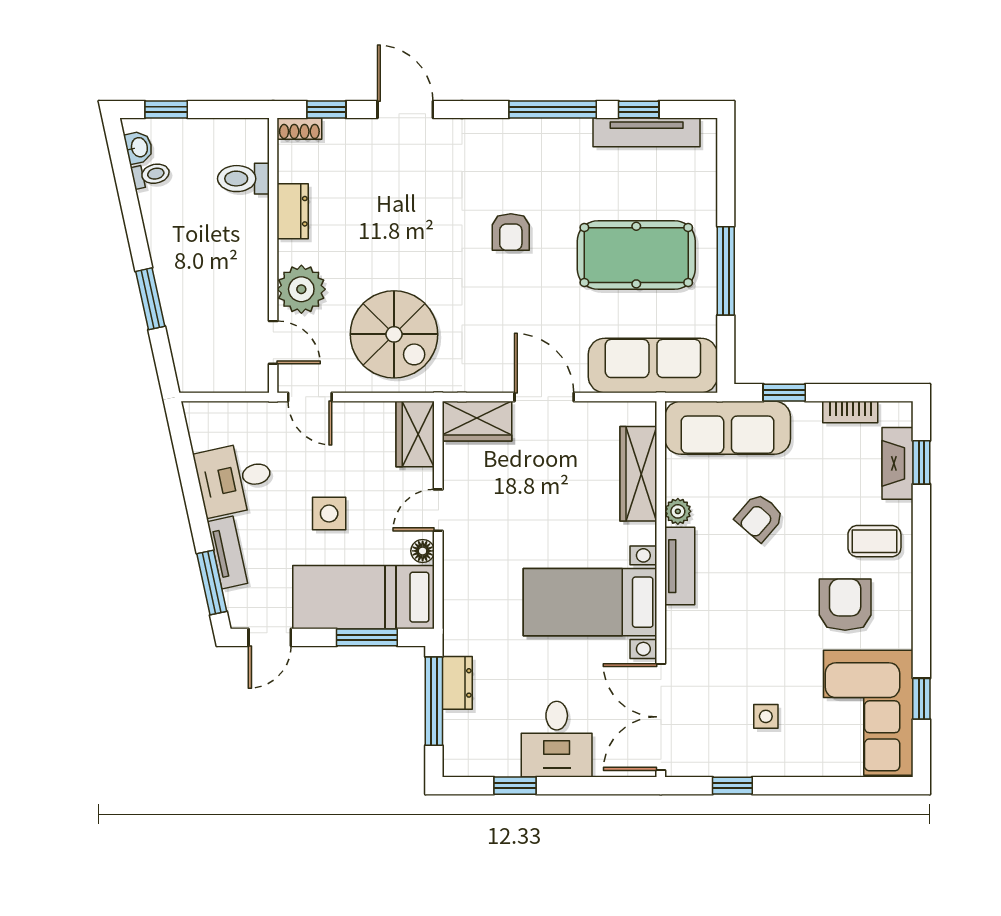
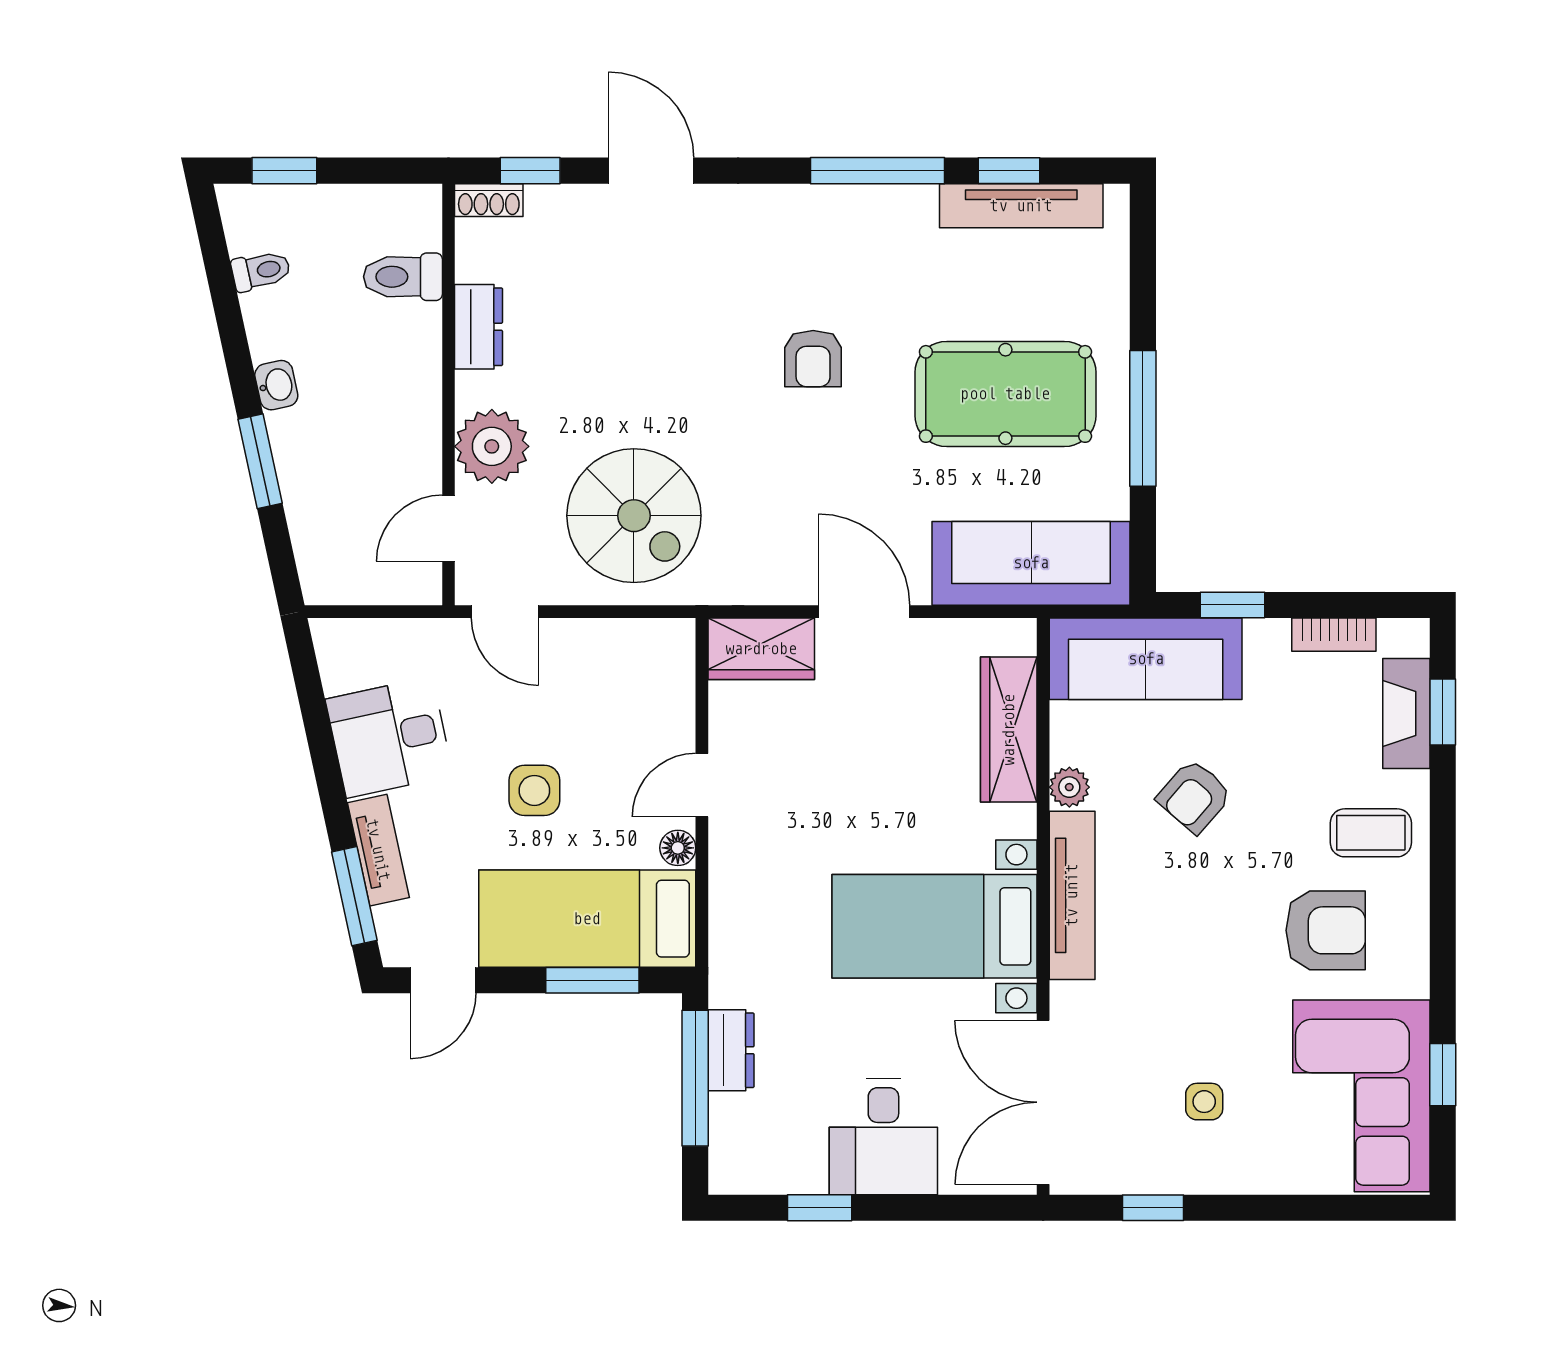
washbasin: (139, 147) -> (276, 385), moved
door: (273, 342) -> (449, 528), swing flipped
wardrobe: (415, 434) -> (666, 668), removed
tv unit: (680, 566) -> (1072, 895), width x1.41
armchair: (845, 605) -> (1326, 930), turned 90

